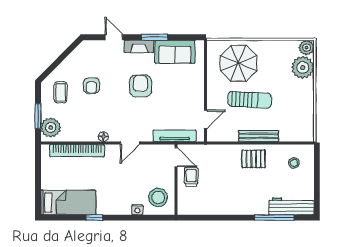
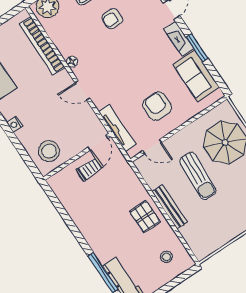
armchair: (140, 86) -> (157, 106), moved, turned -90
nightstand: (137, 210) -> (15, 124), moved

